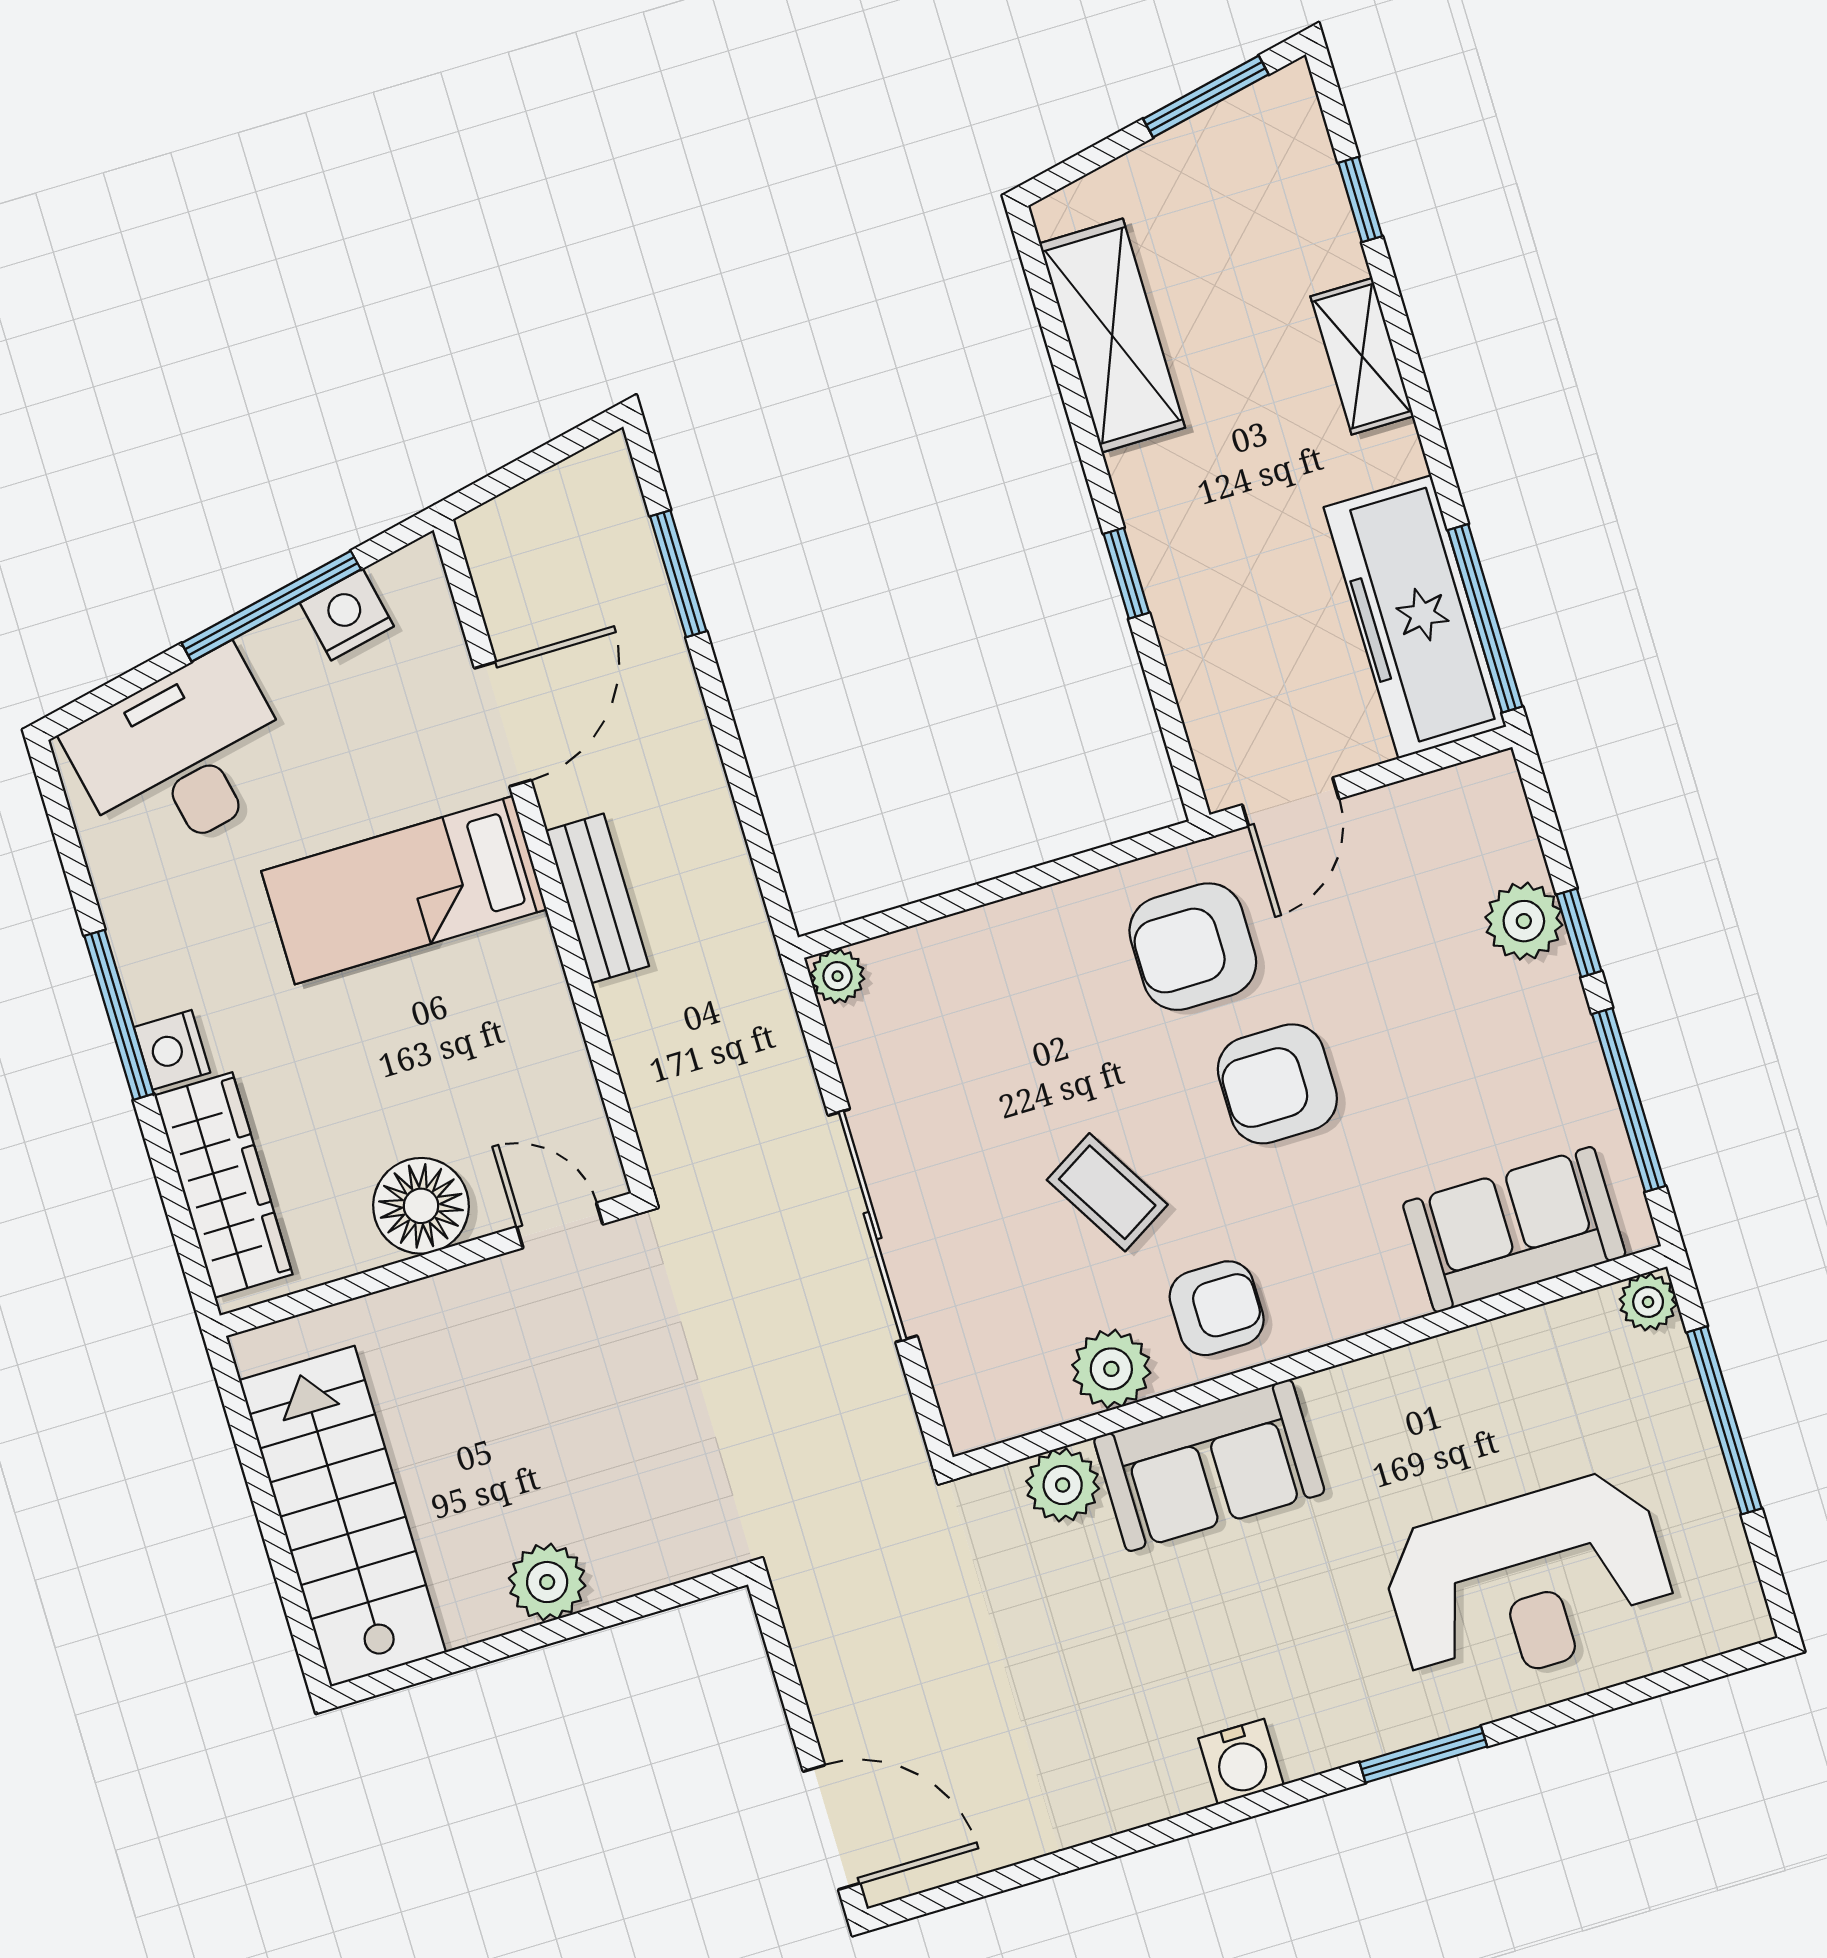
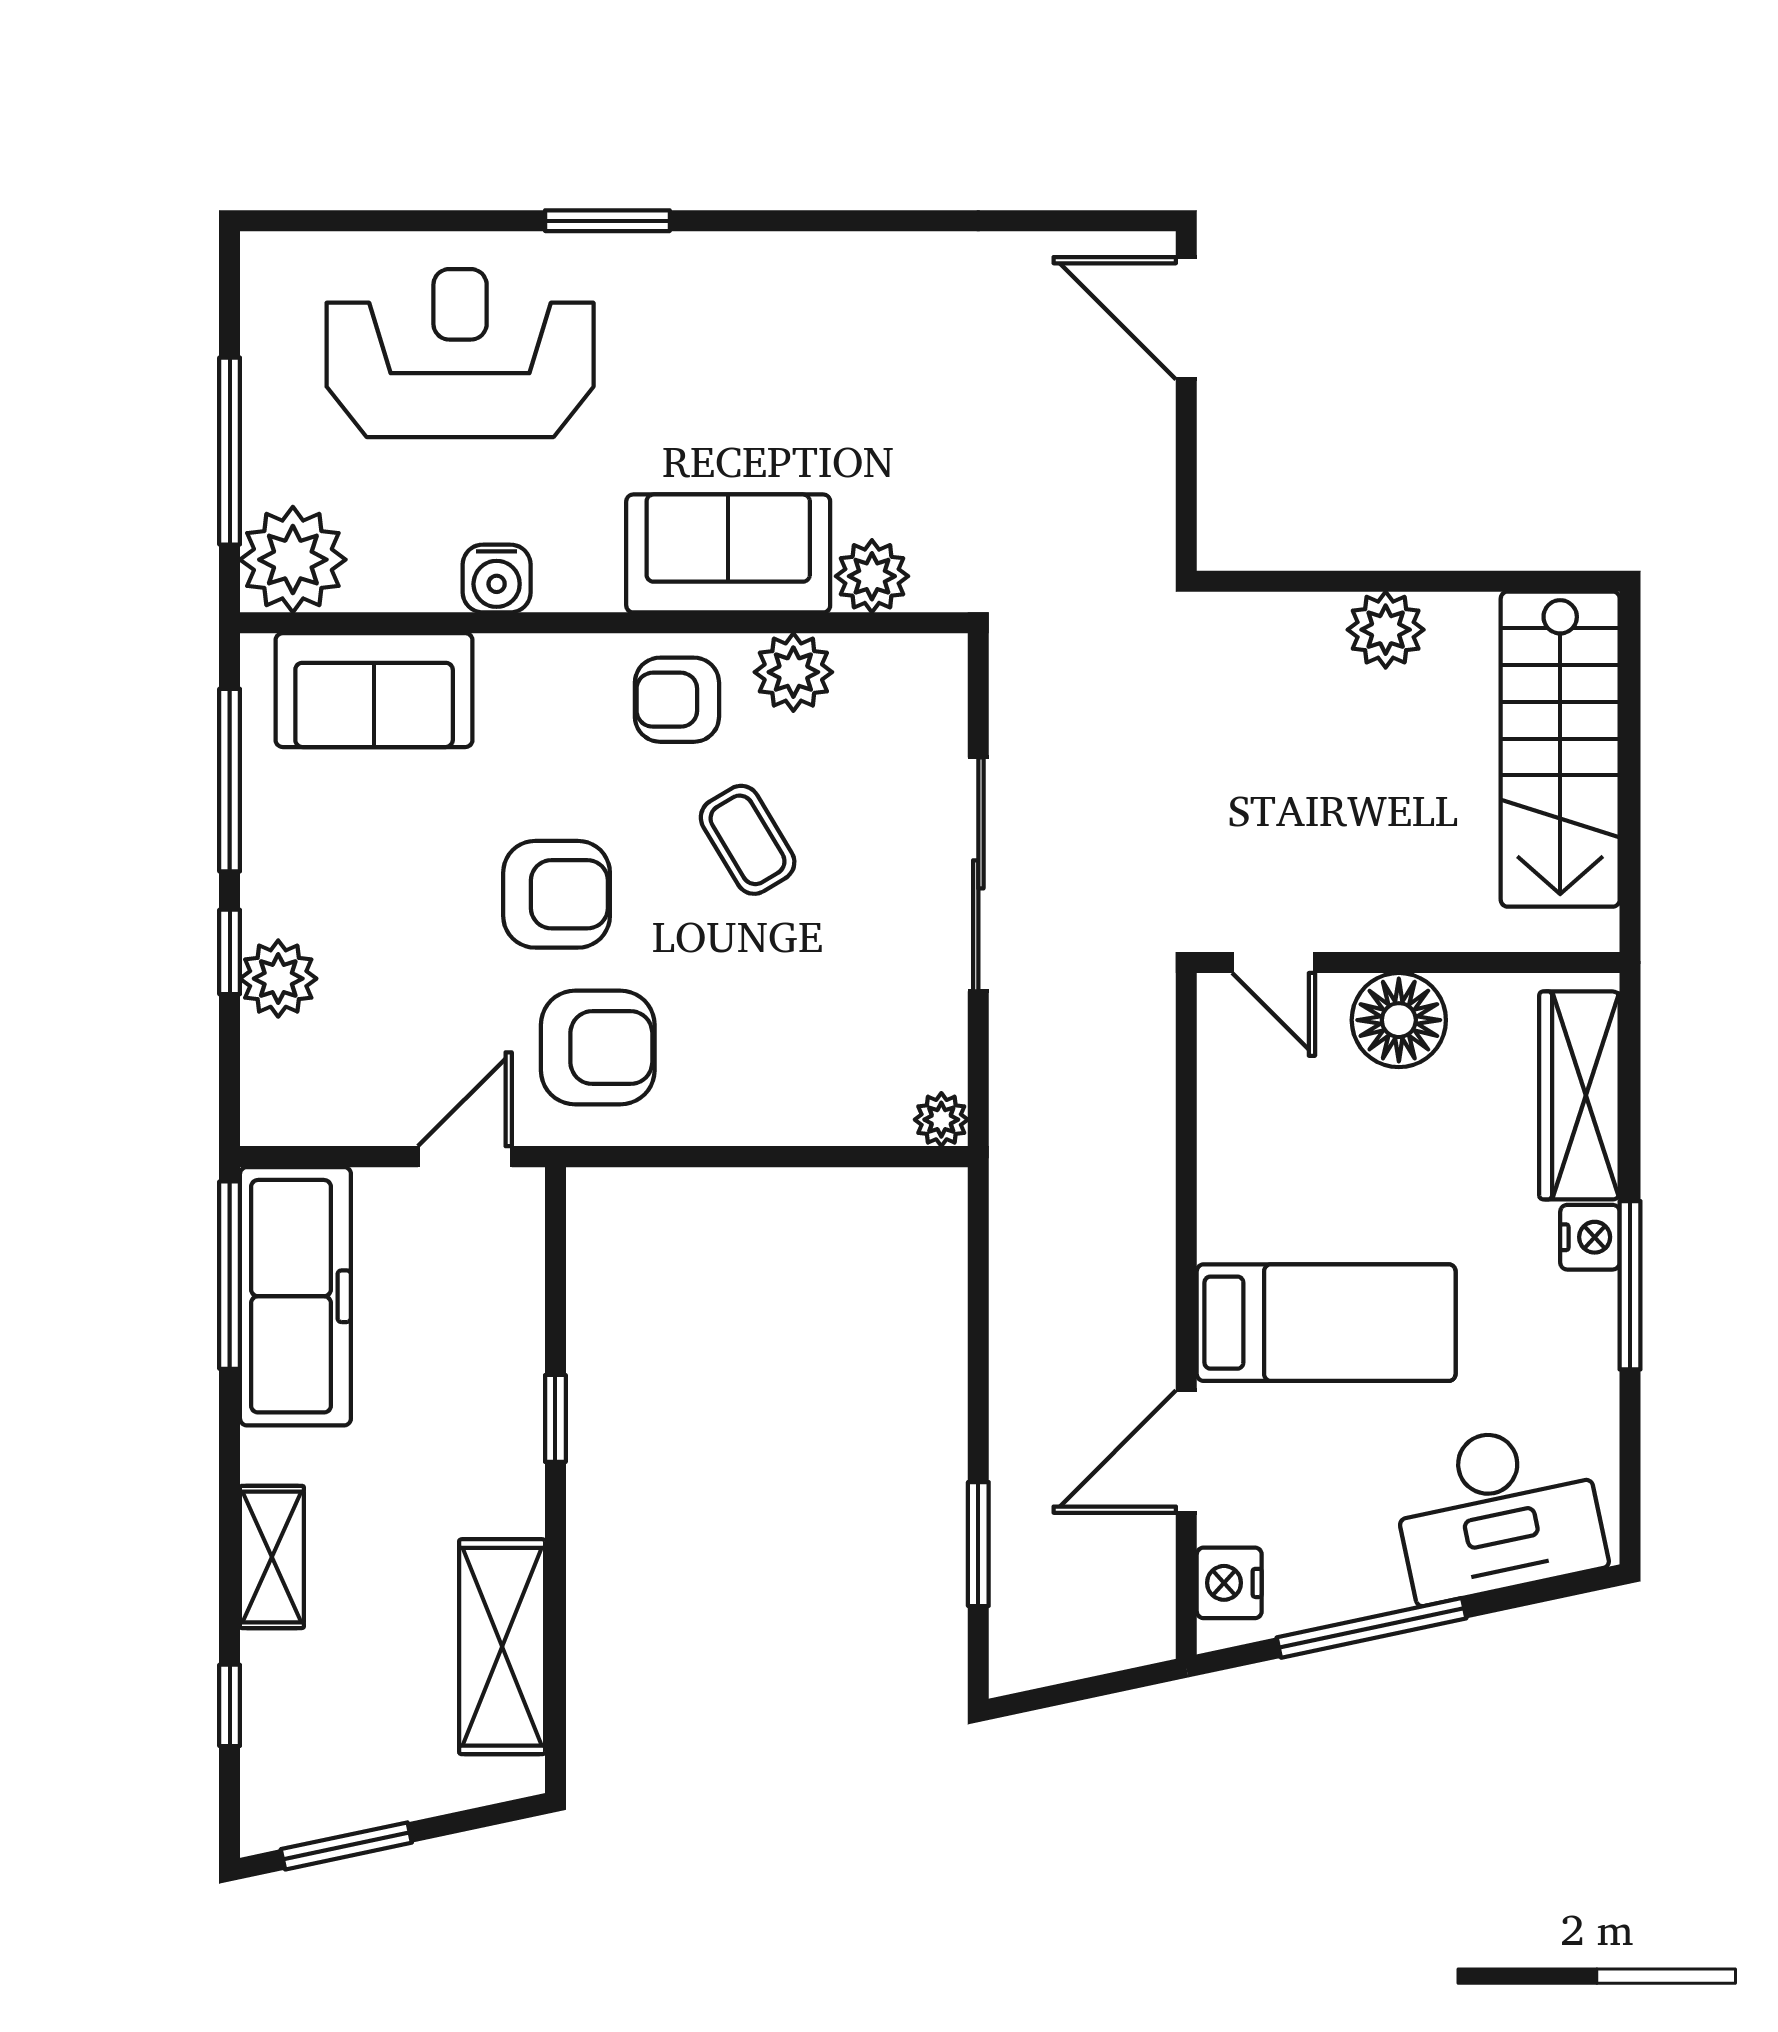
nightstand: (347, 615) -> (1229, 1583), moved, turned 102
bench: (597, 898) -> (1146, 1260), removed
plant: (1648, 1302) -> (293, 560), width x1.88, depth x1.88
water cooler: (1241, 1762) -> (497, 578), moved, turned 180

